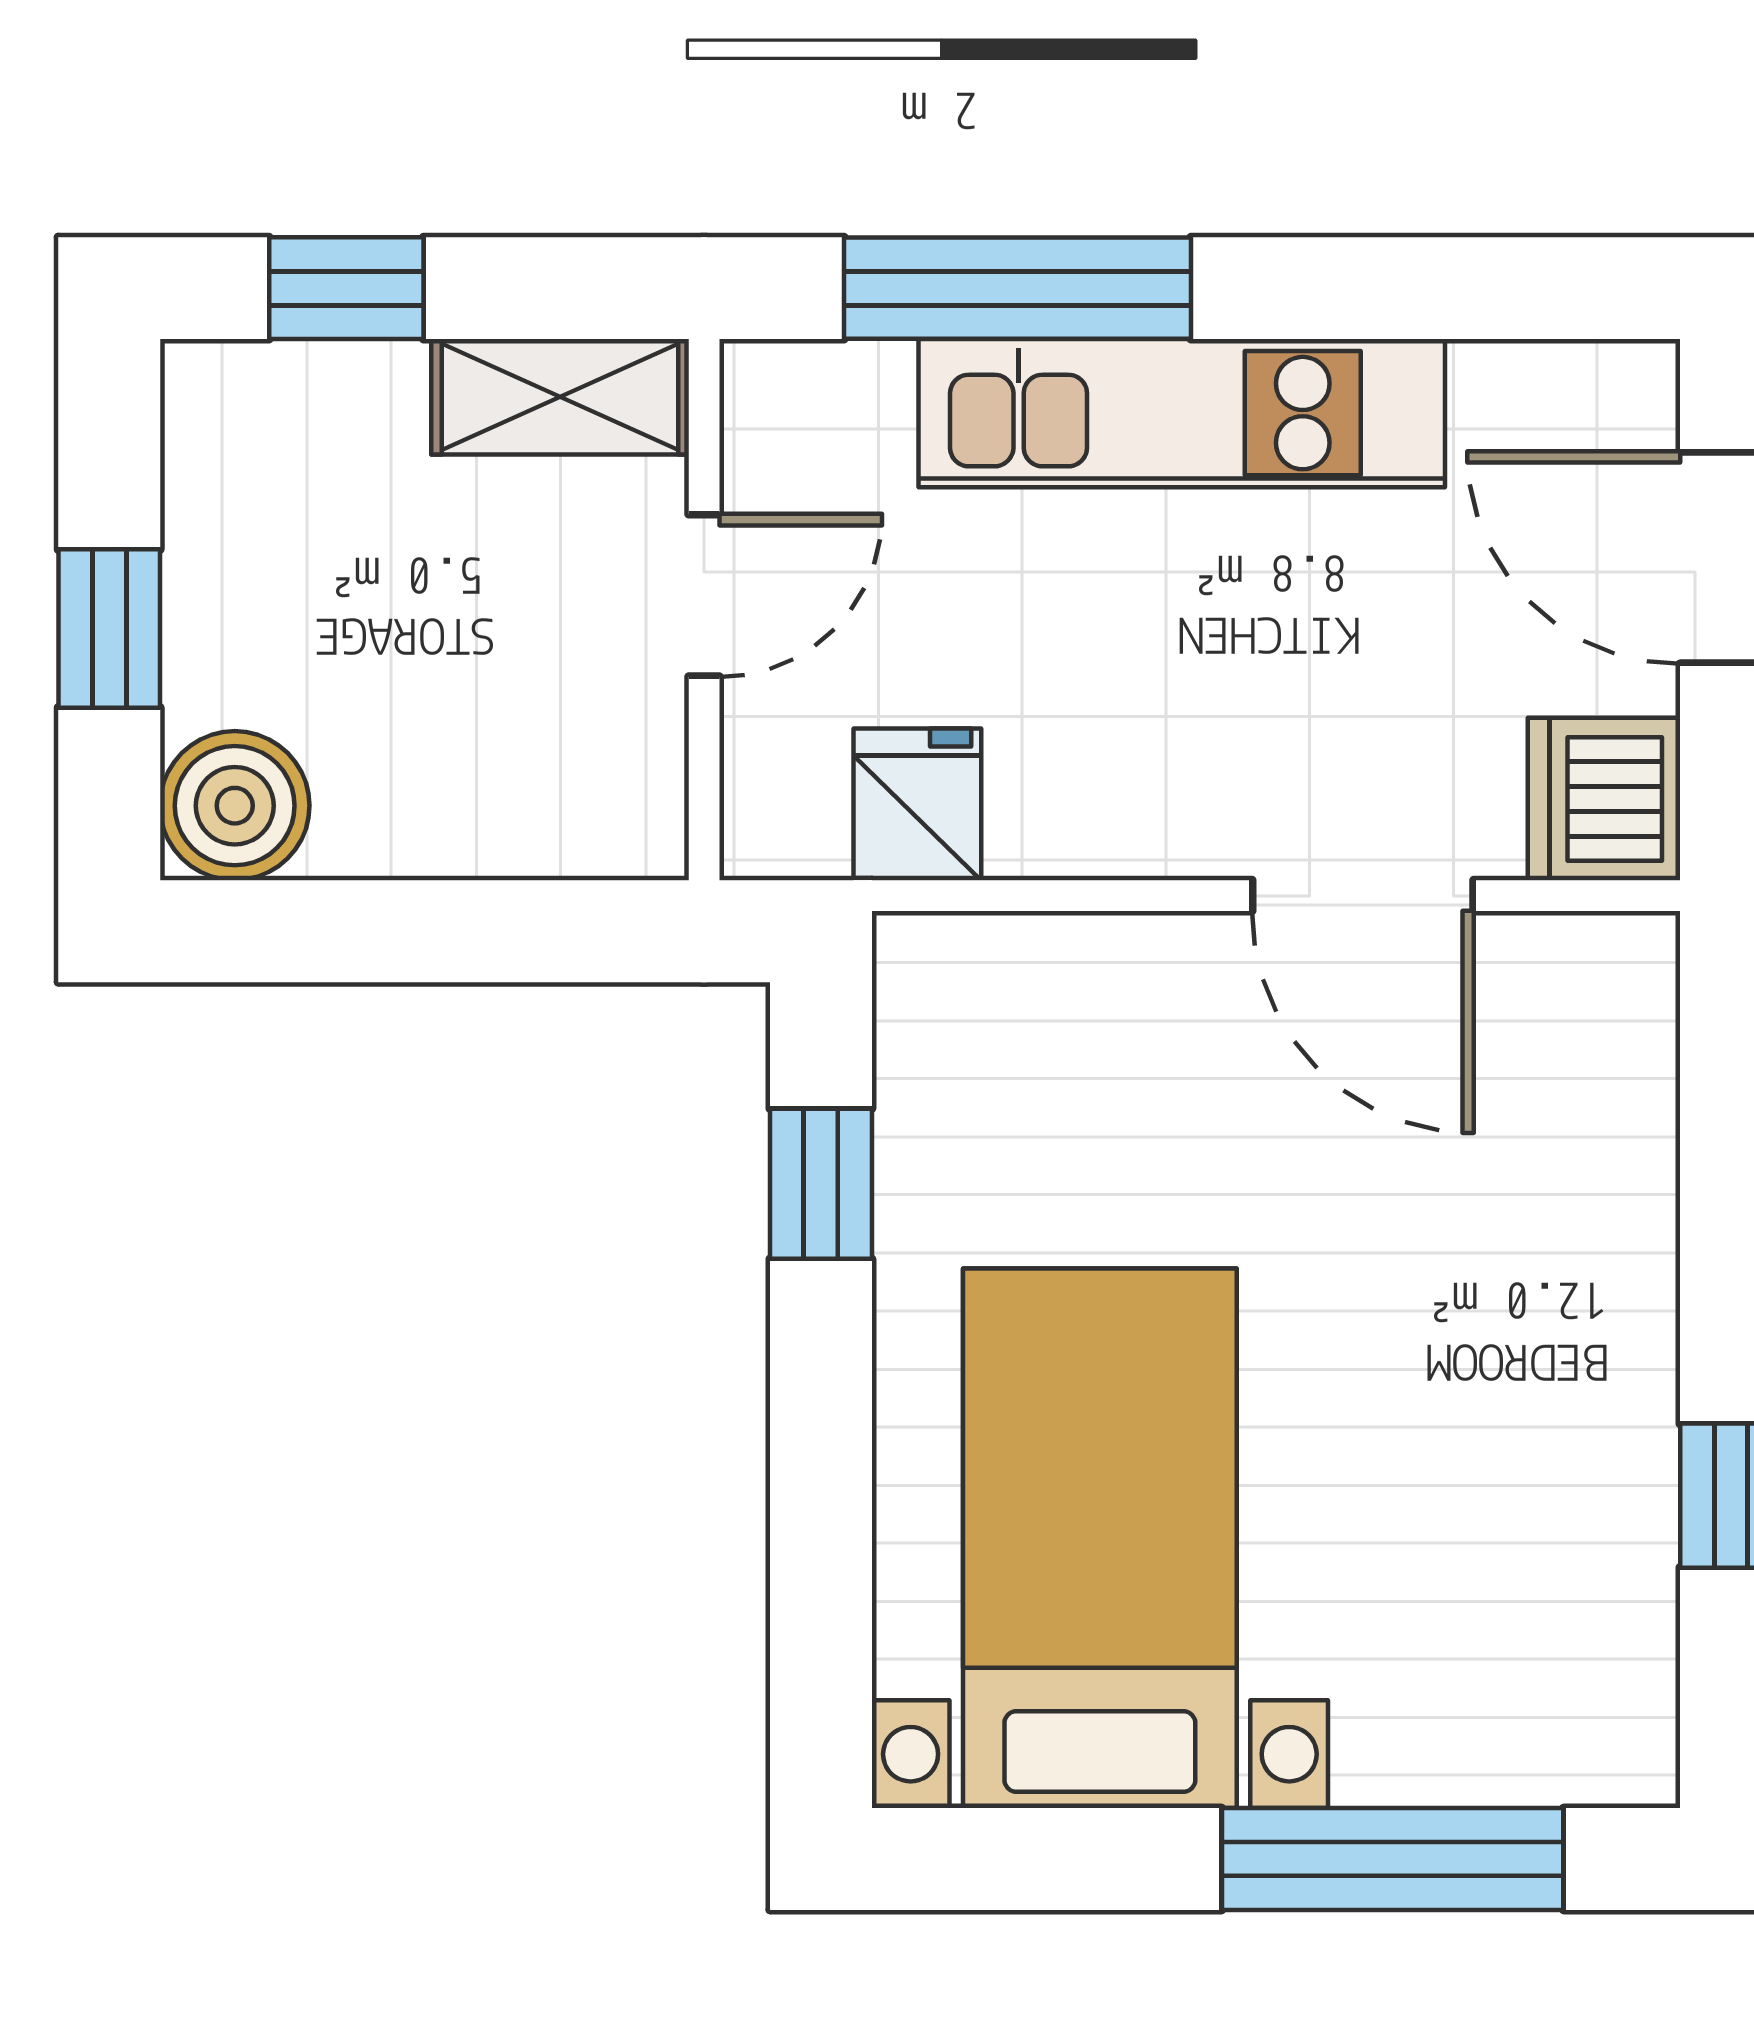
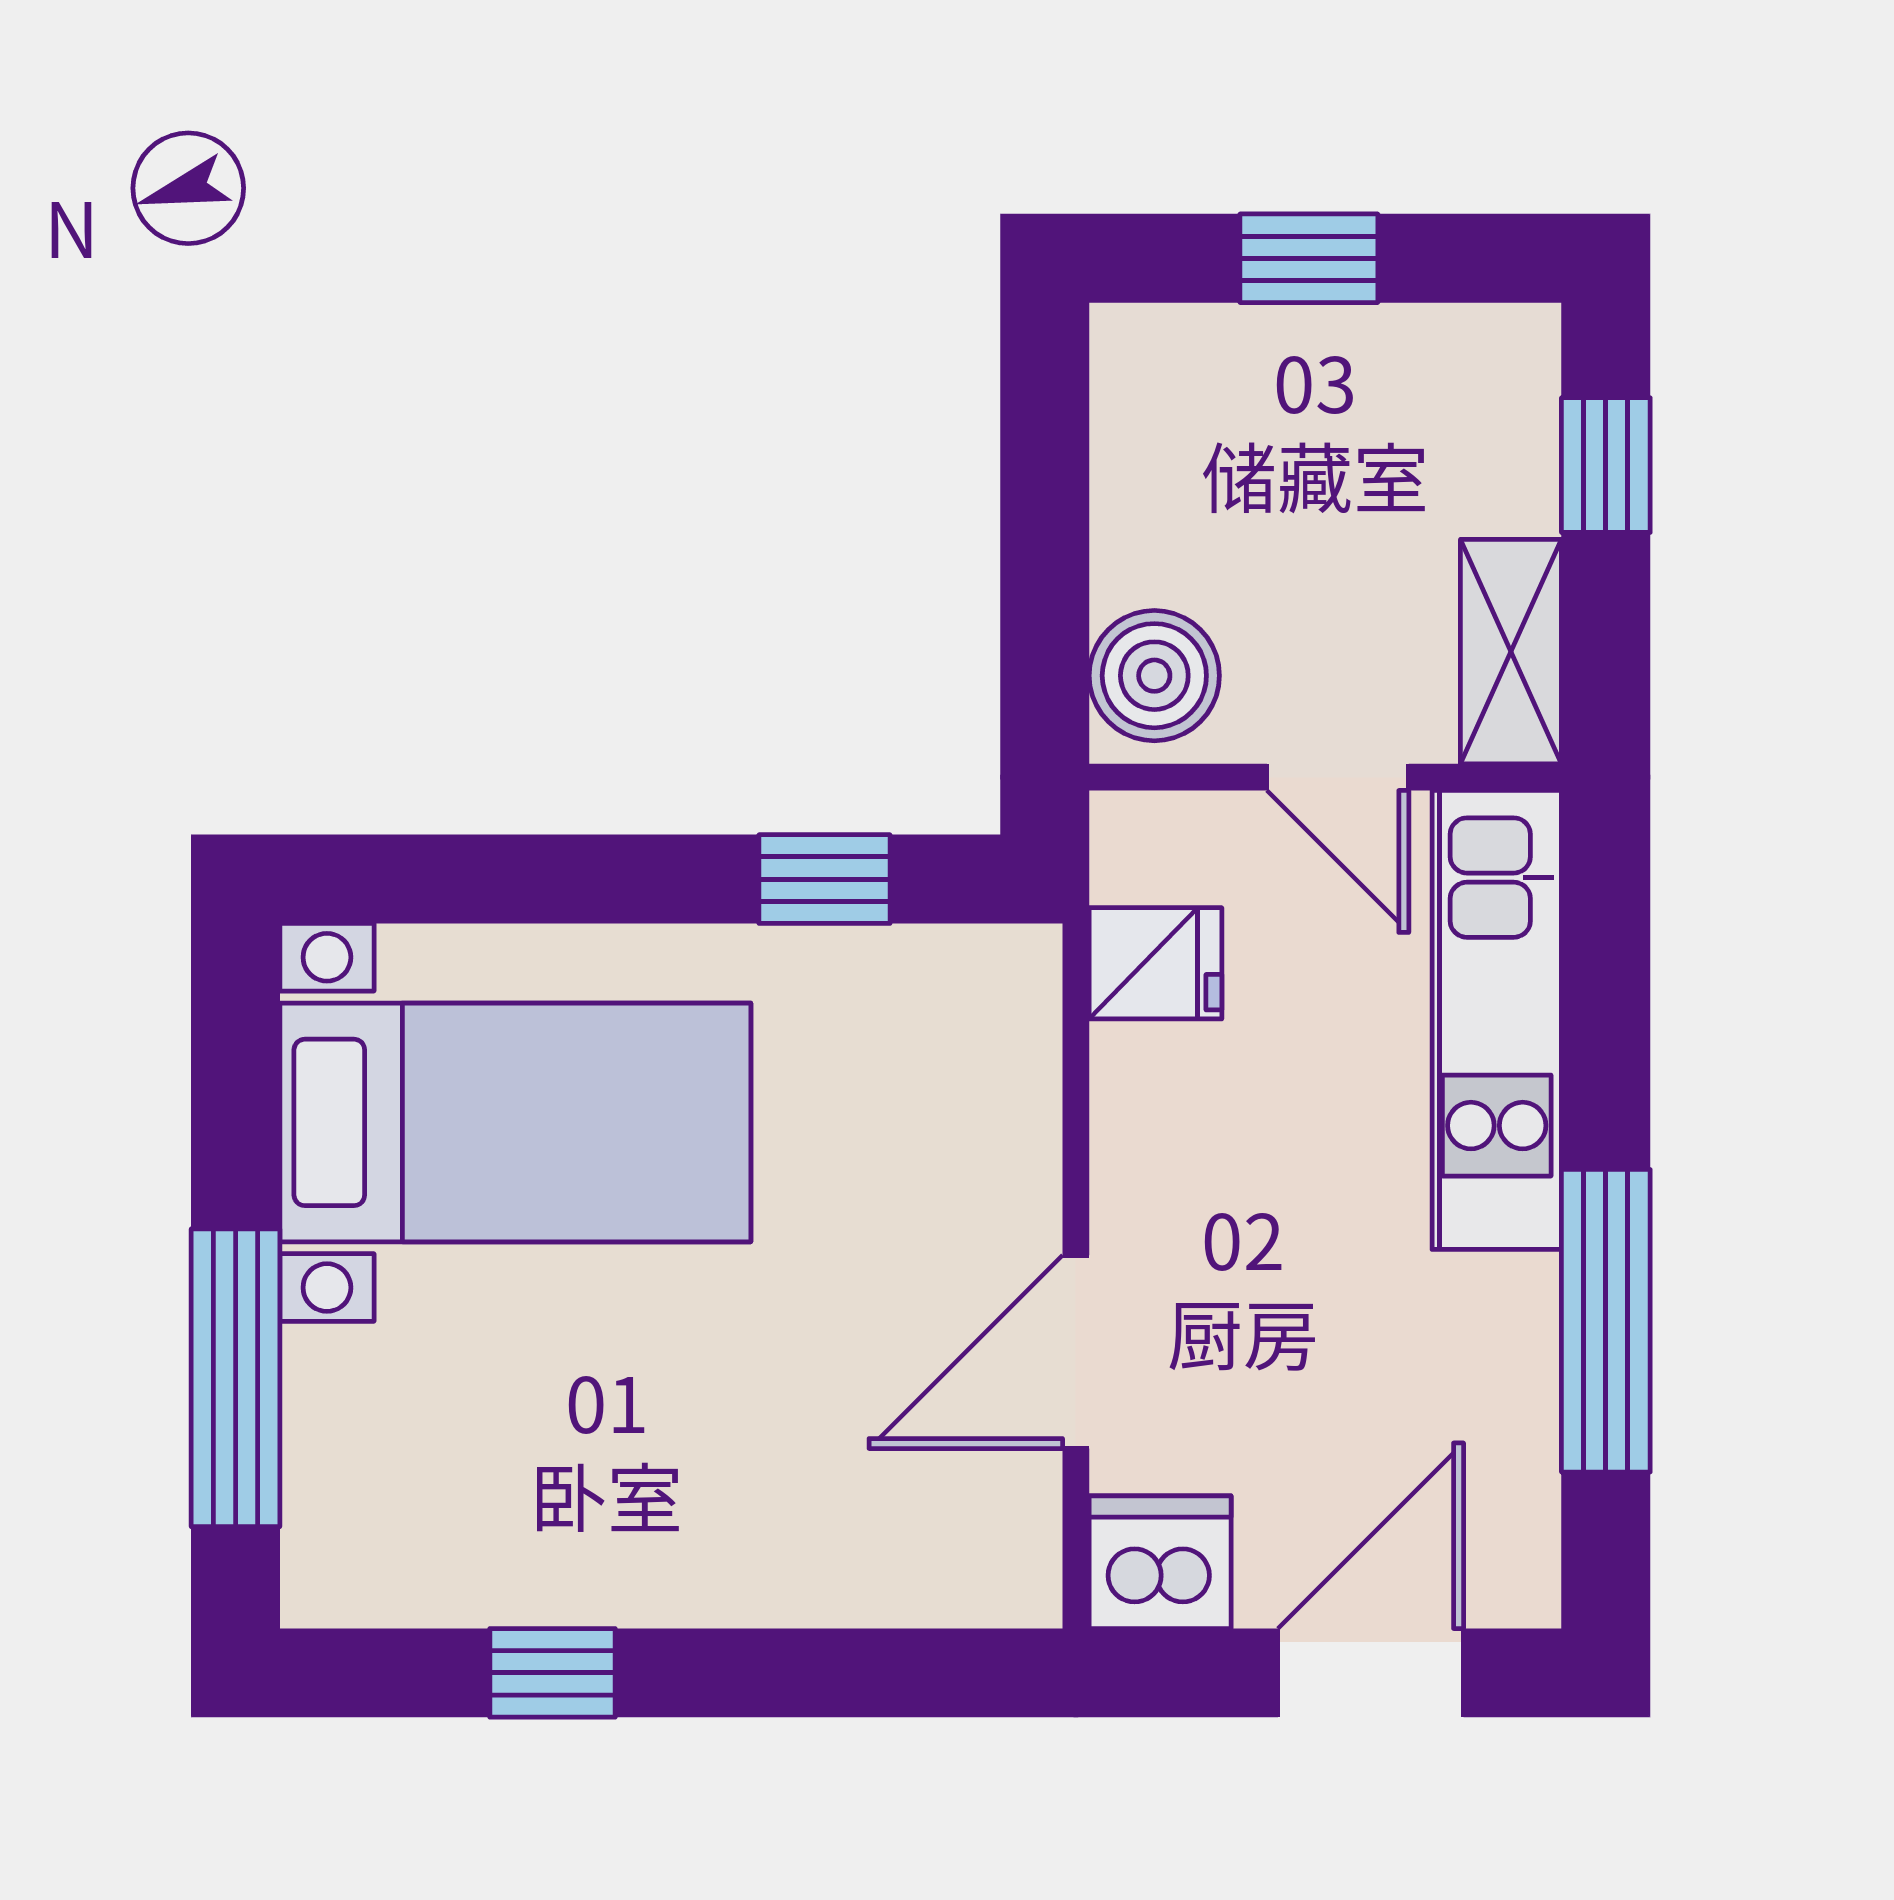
window: (1017, 288) -> (1606, 1321), moved
kitchen unit: (1182, 413) -> (1497, 1020), moved
boiler: (235, 806) -> (1154, 676), moved

